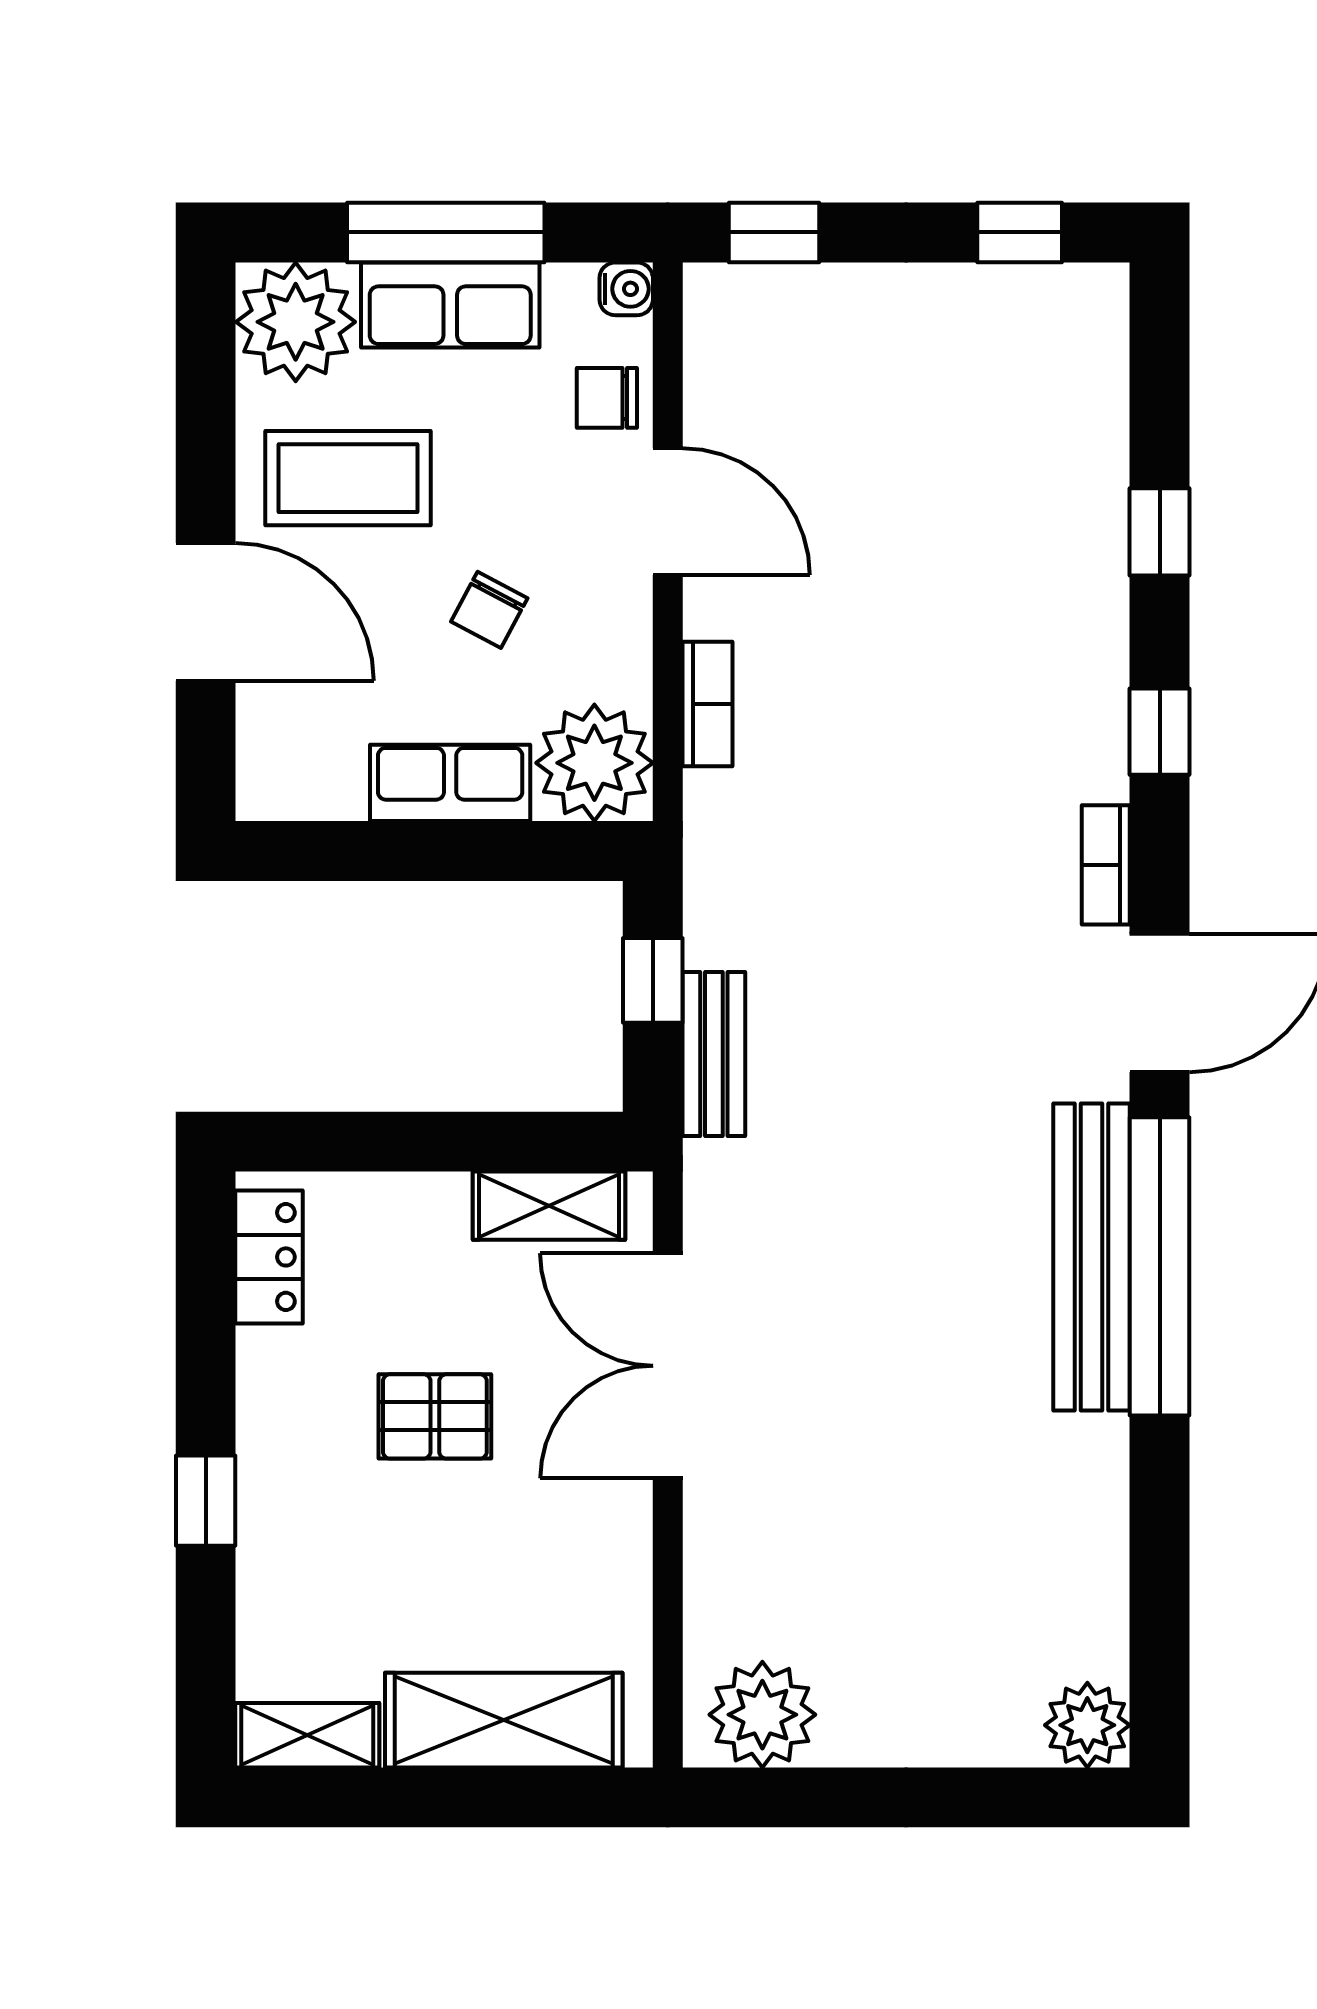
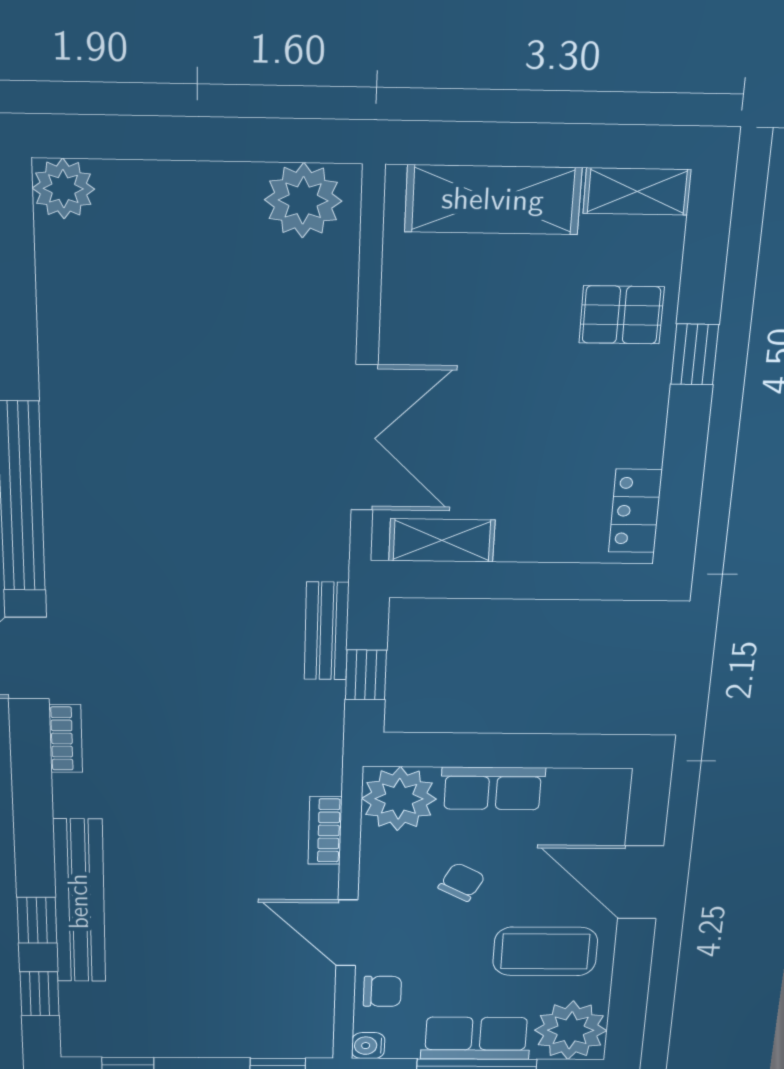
window: (1160, 732) -> (40, 994), moved
bench: (1092, 1257) -> (79, 901), moved
pallet: (435, 1416) -> (621, 315), moved

